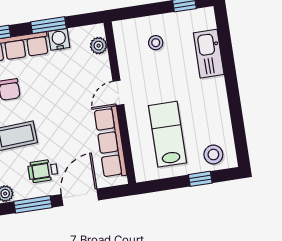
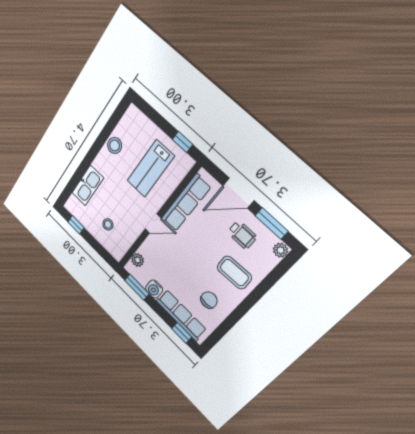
window: (49, 25) -> (137, 287), moved
stool: (213, 155) -> (115, 145), moved
window: (200, 179) -> (182, 142), moved

